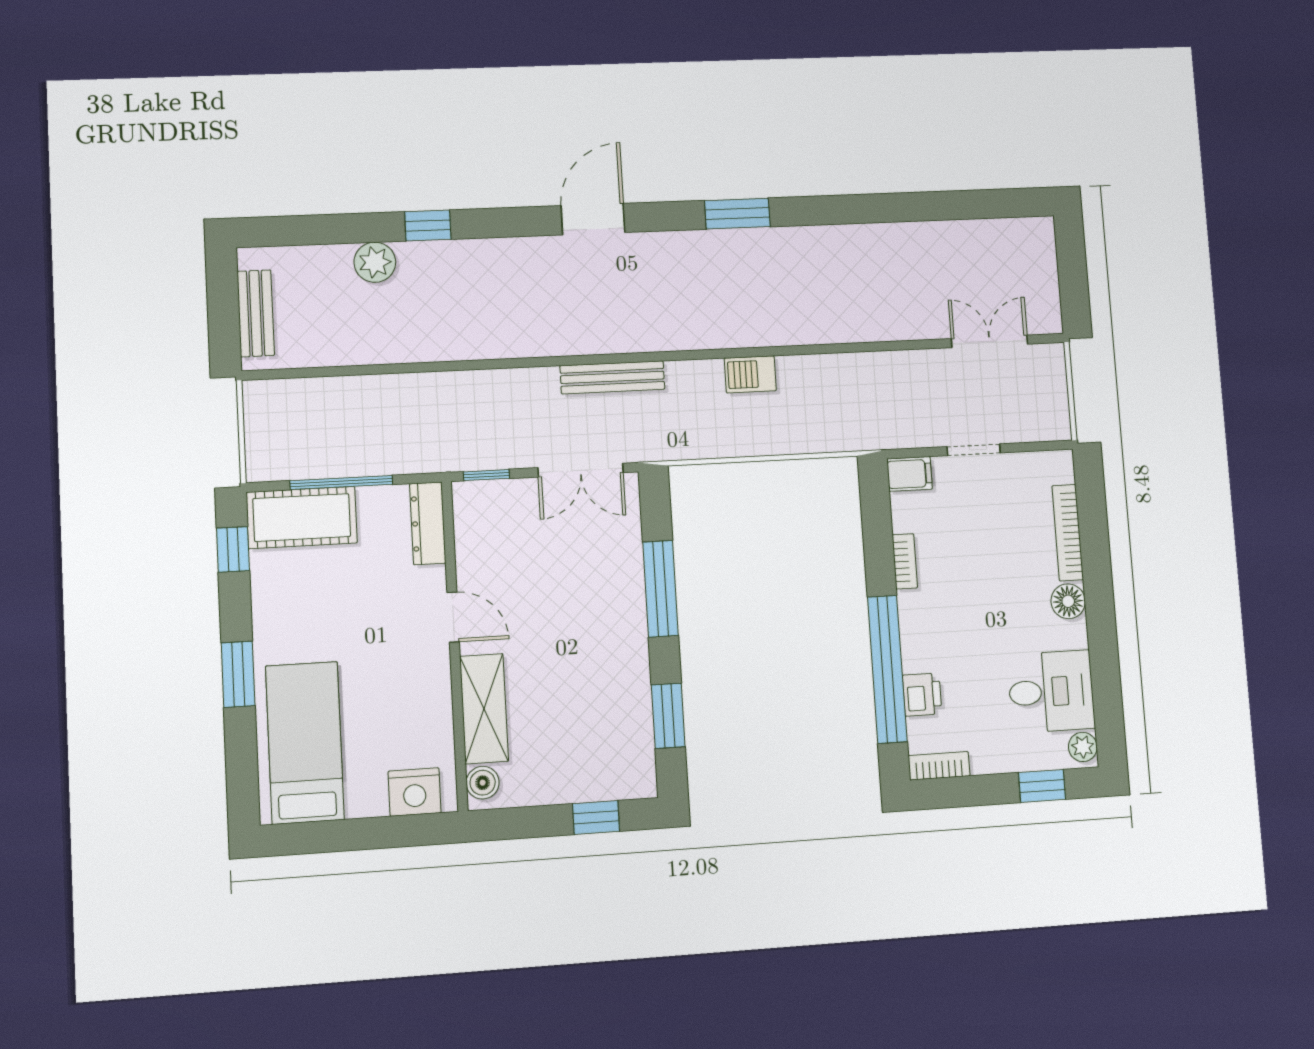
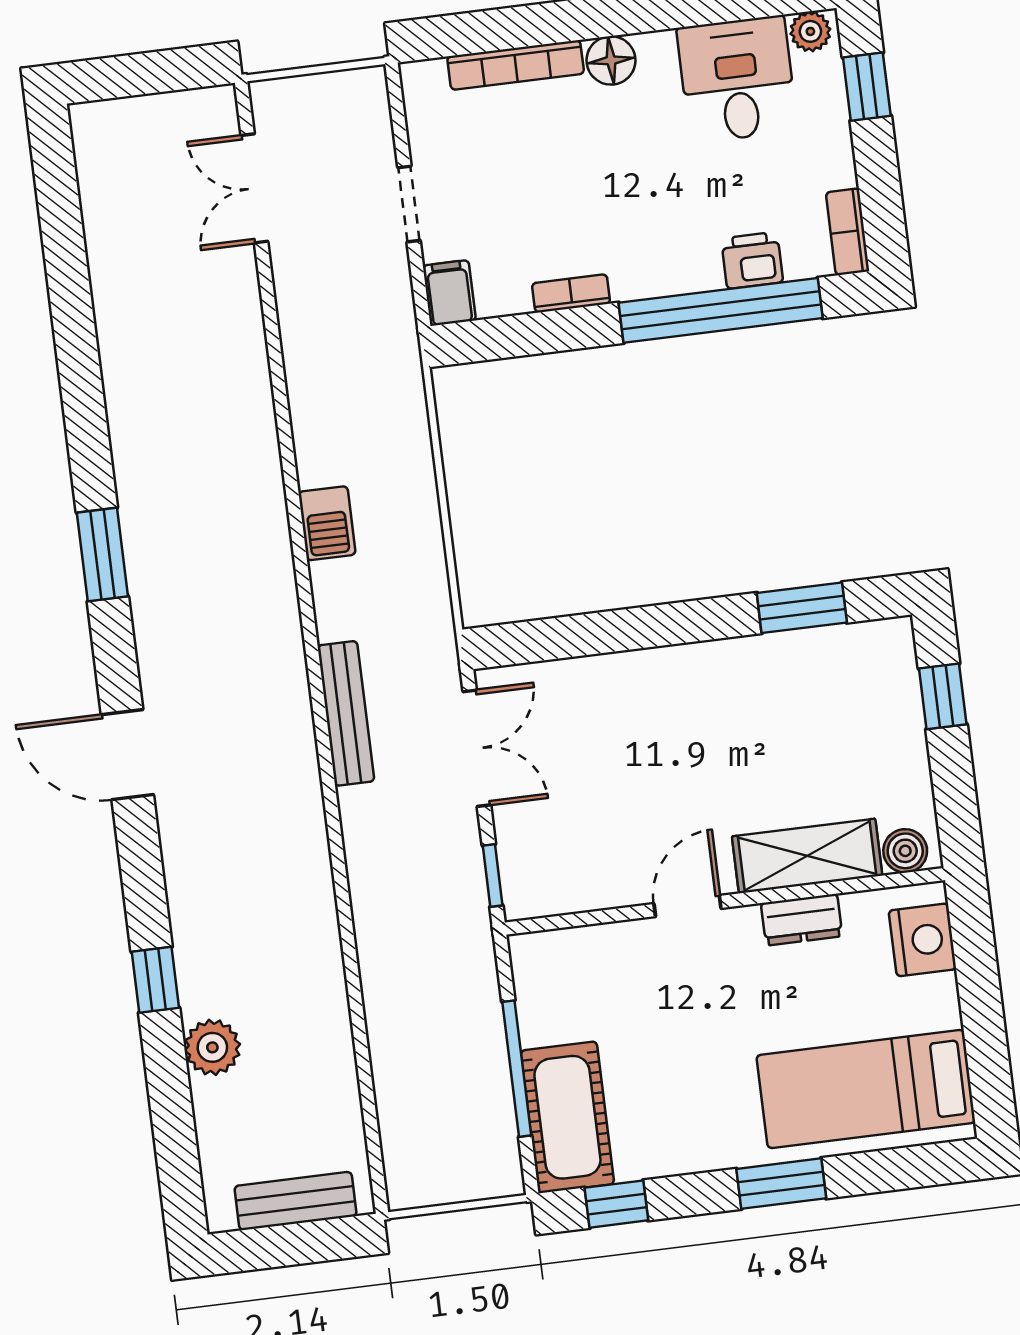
dresser: (428, 523) -> (802, 920), moved, width x0.70
window: (660, 589) -> (631, 629), removed

